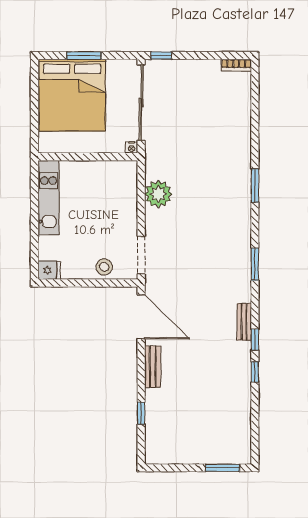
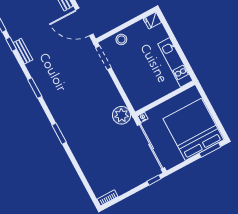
window: (84, 55) -> (210, 150), moved
plant: (158, 194) -> (122, 115), moved

